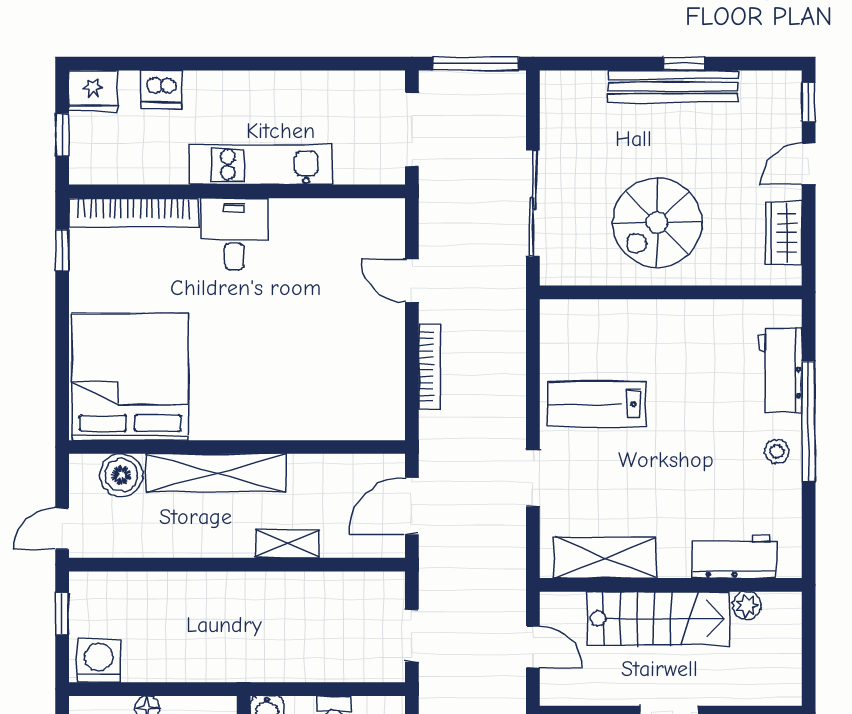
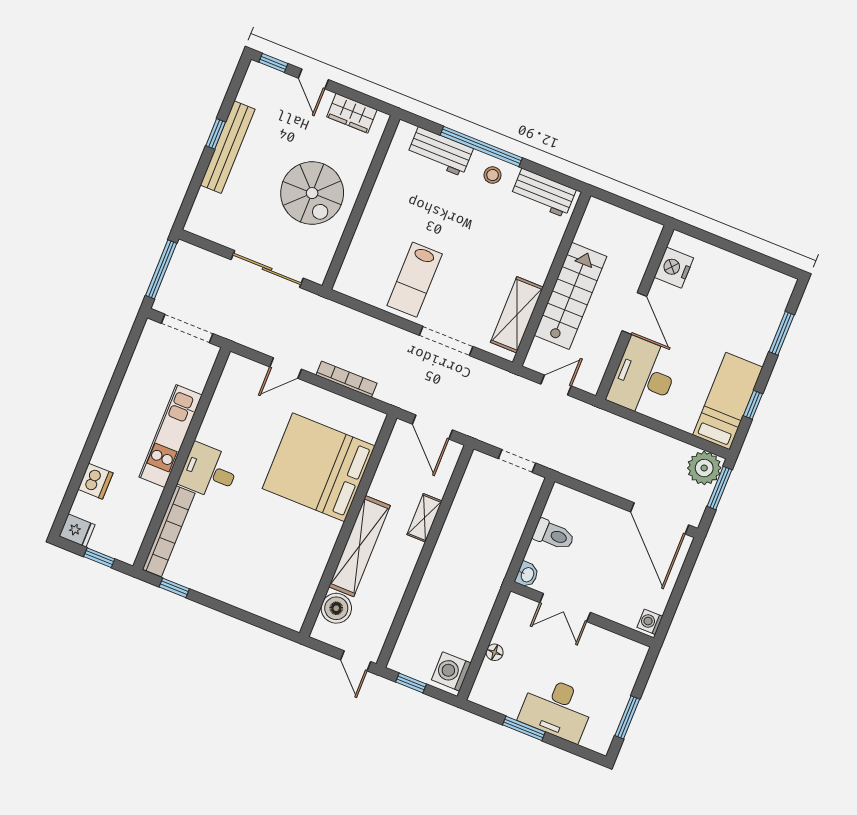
fridge: (93, 91) -> (77, 530), width x0.72
bed: (130, 377) -> (319, 467), moved
doorway: (533, 478) -> (446, 341), width x1.38
workbench: (734, 556) -> (543, 193), moved, turned -90
plant: (747, 606) -> (585, 235), removed

